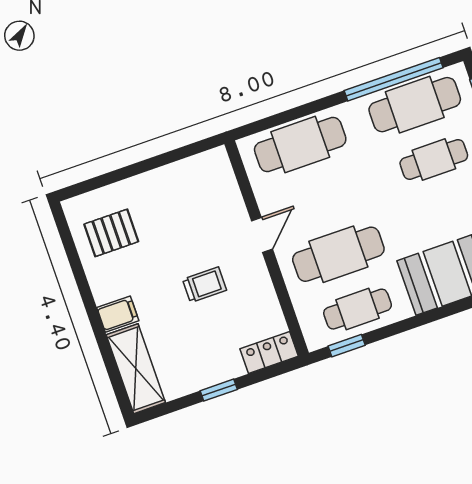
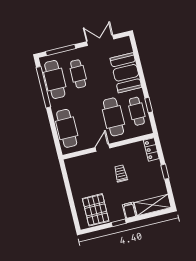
pallet: (111, 233) -> (96, 210), width x1.50, depth x1.42
door: (262, 235) -> (102, 148), hinge flipped
window: (85, 291) -> (119, 223), added
window: (347, 346) -> (149, 105), moved

